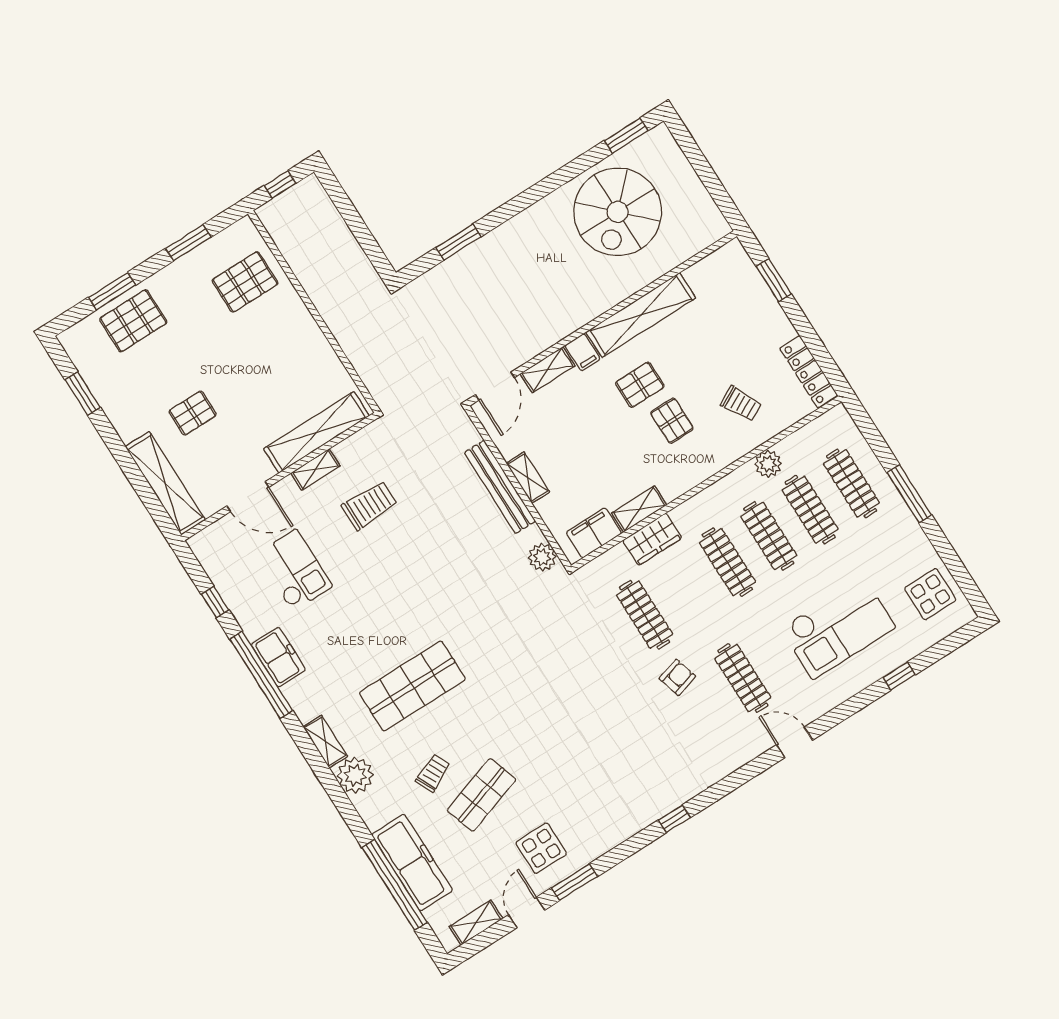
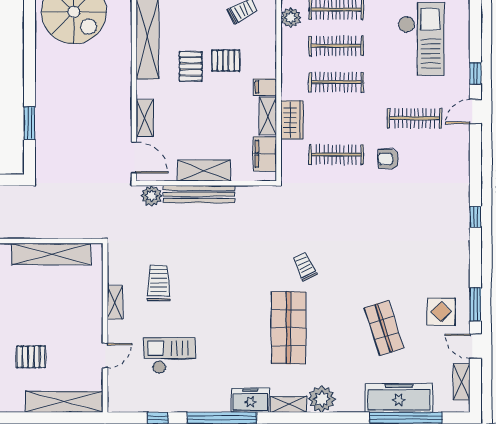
filing cabinet: (583, 352) -> (265, 87), moved, turned 180
pallet: (193, 413) -> (31, 357), turned 90
shelving: (316, 432) -> (51, 254), moved, turned 90
shelving: (528, 478) -> (204, 170), width x1.50, depth x1.33
door: (248, 497) -> (105, 356), width x0.73
plant: (542, 557) -> (152, 196), moved
freezer: (278, 657) -> (250, 400), moved
window: (899, 676) -> (475, 73), moved
armchair: (677, 677) -> (388, 159), turned -74
trolley: (433, 773) -> (305, 267), moved

